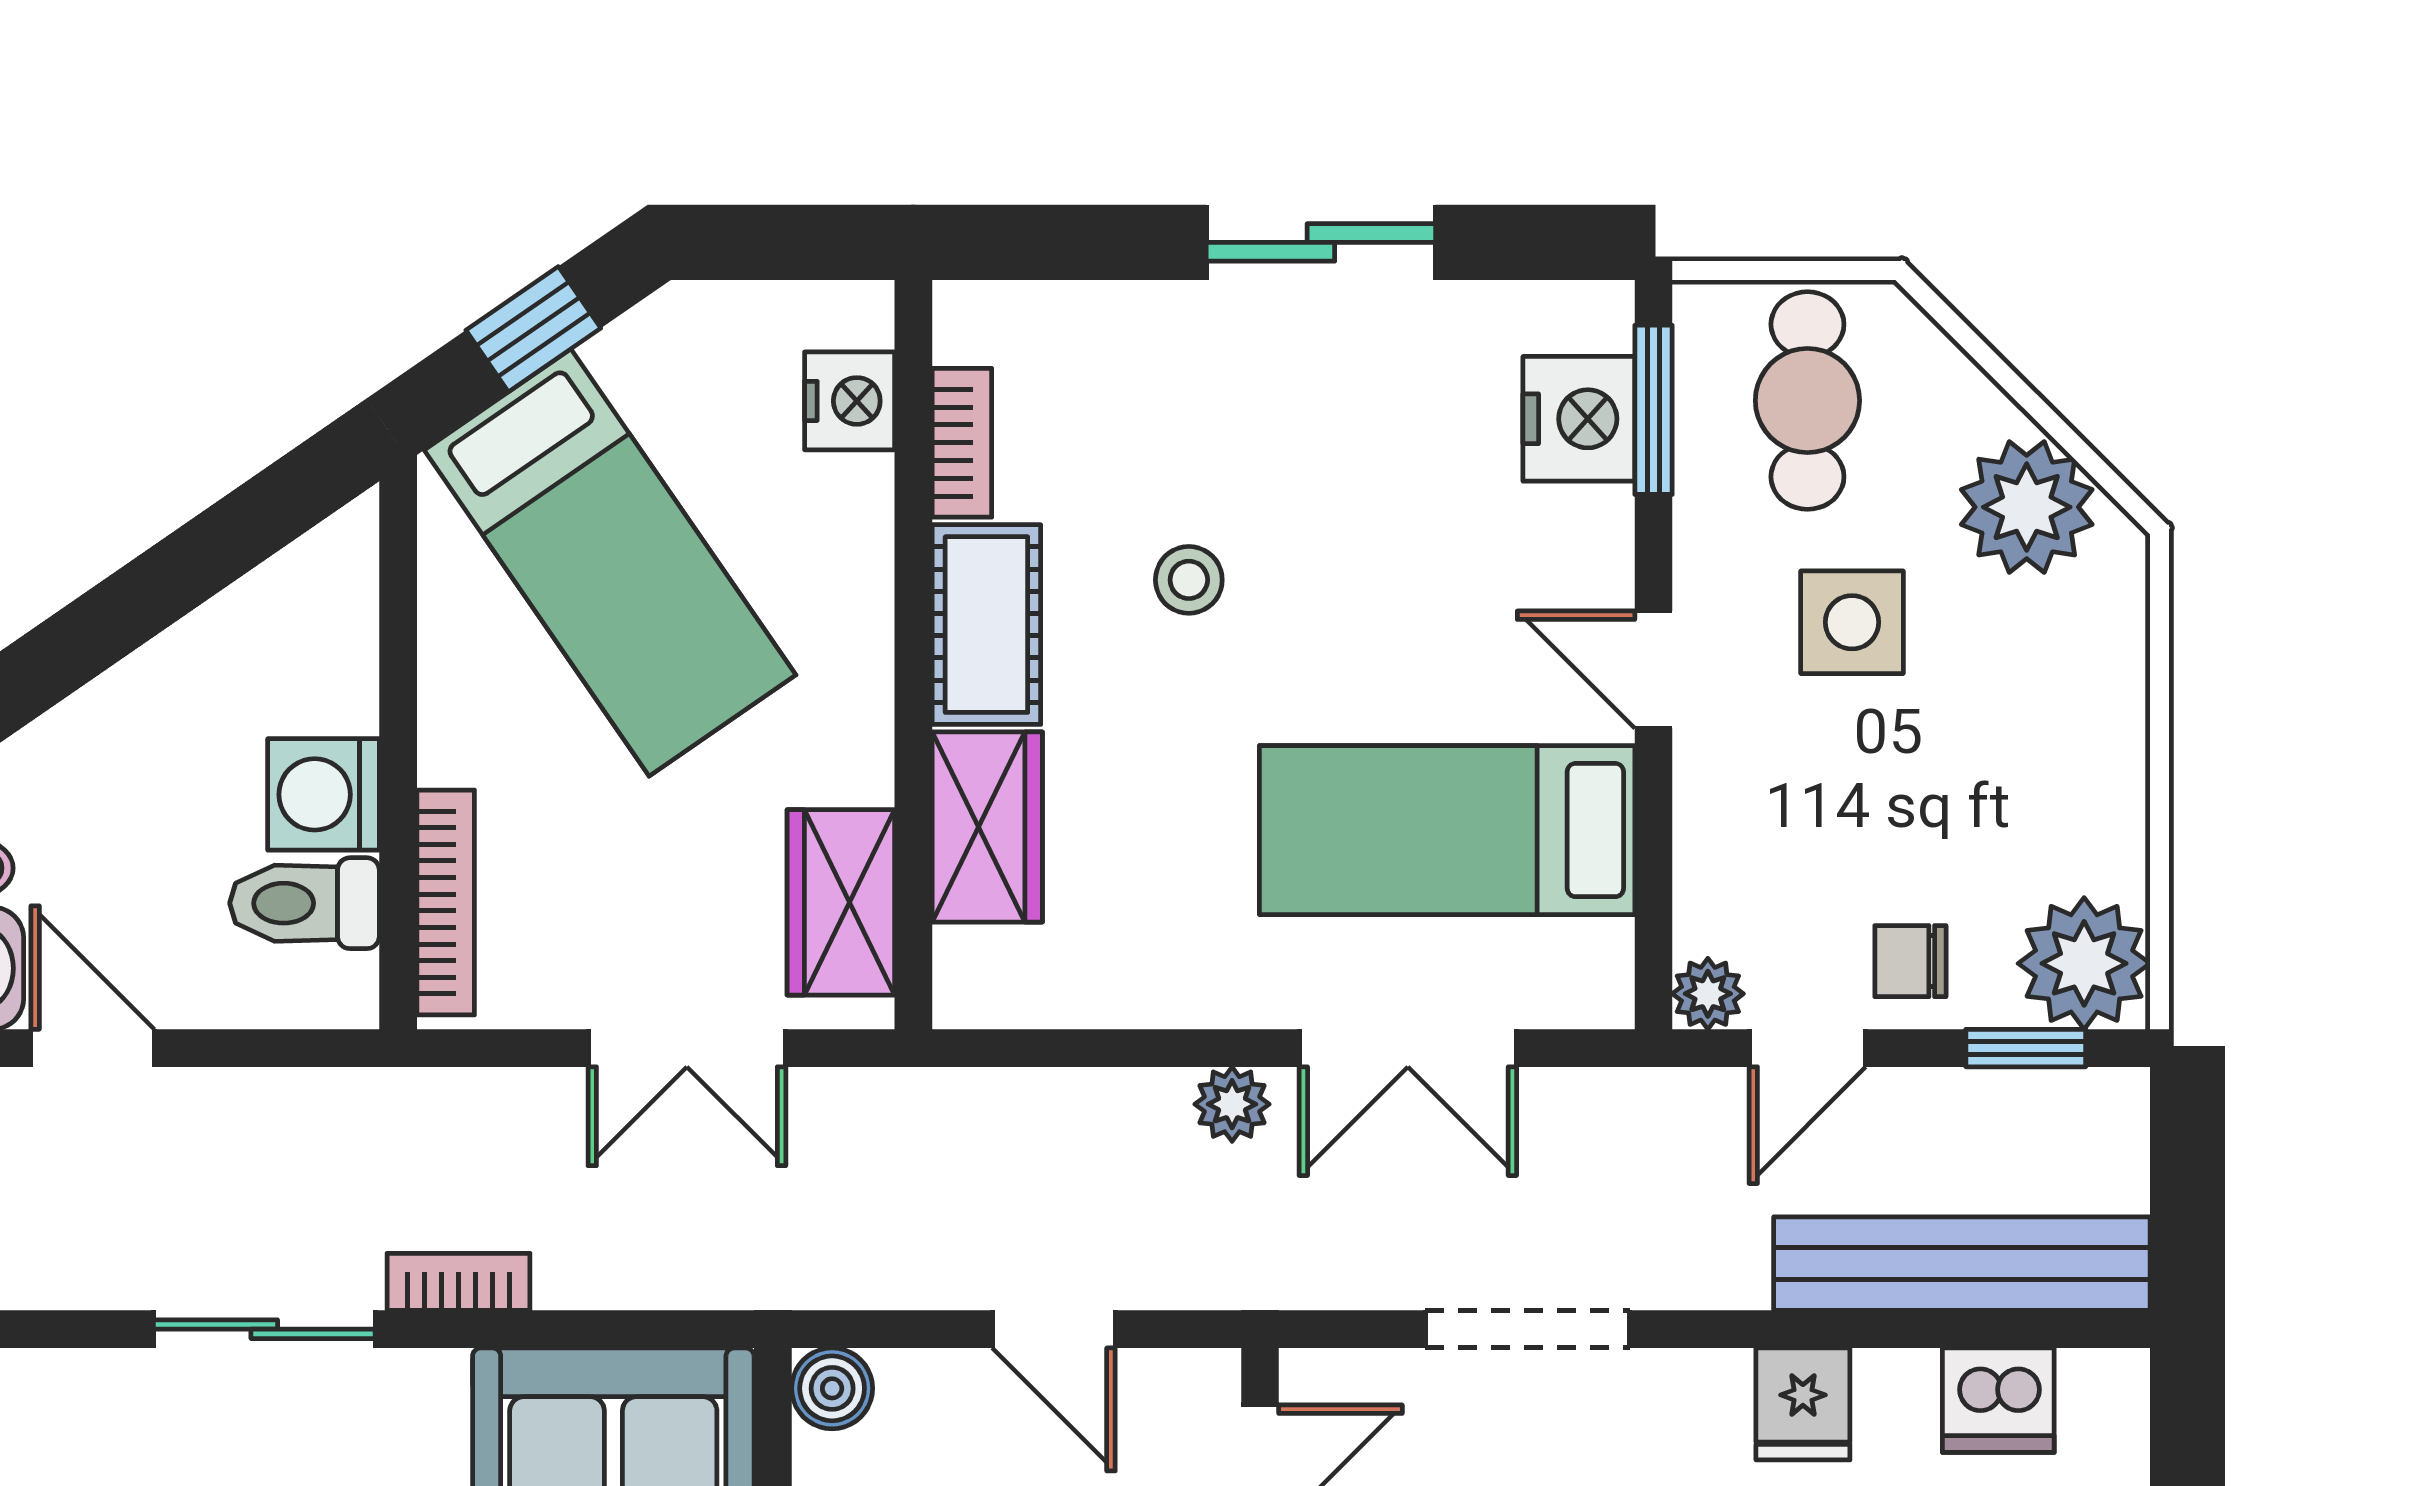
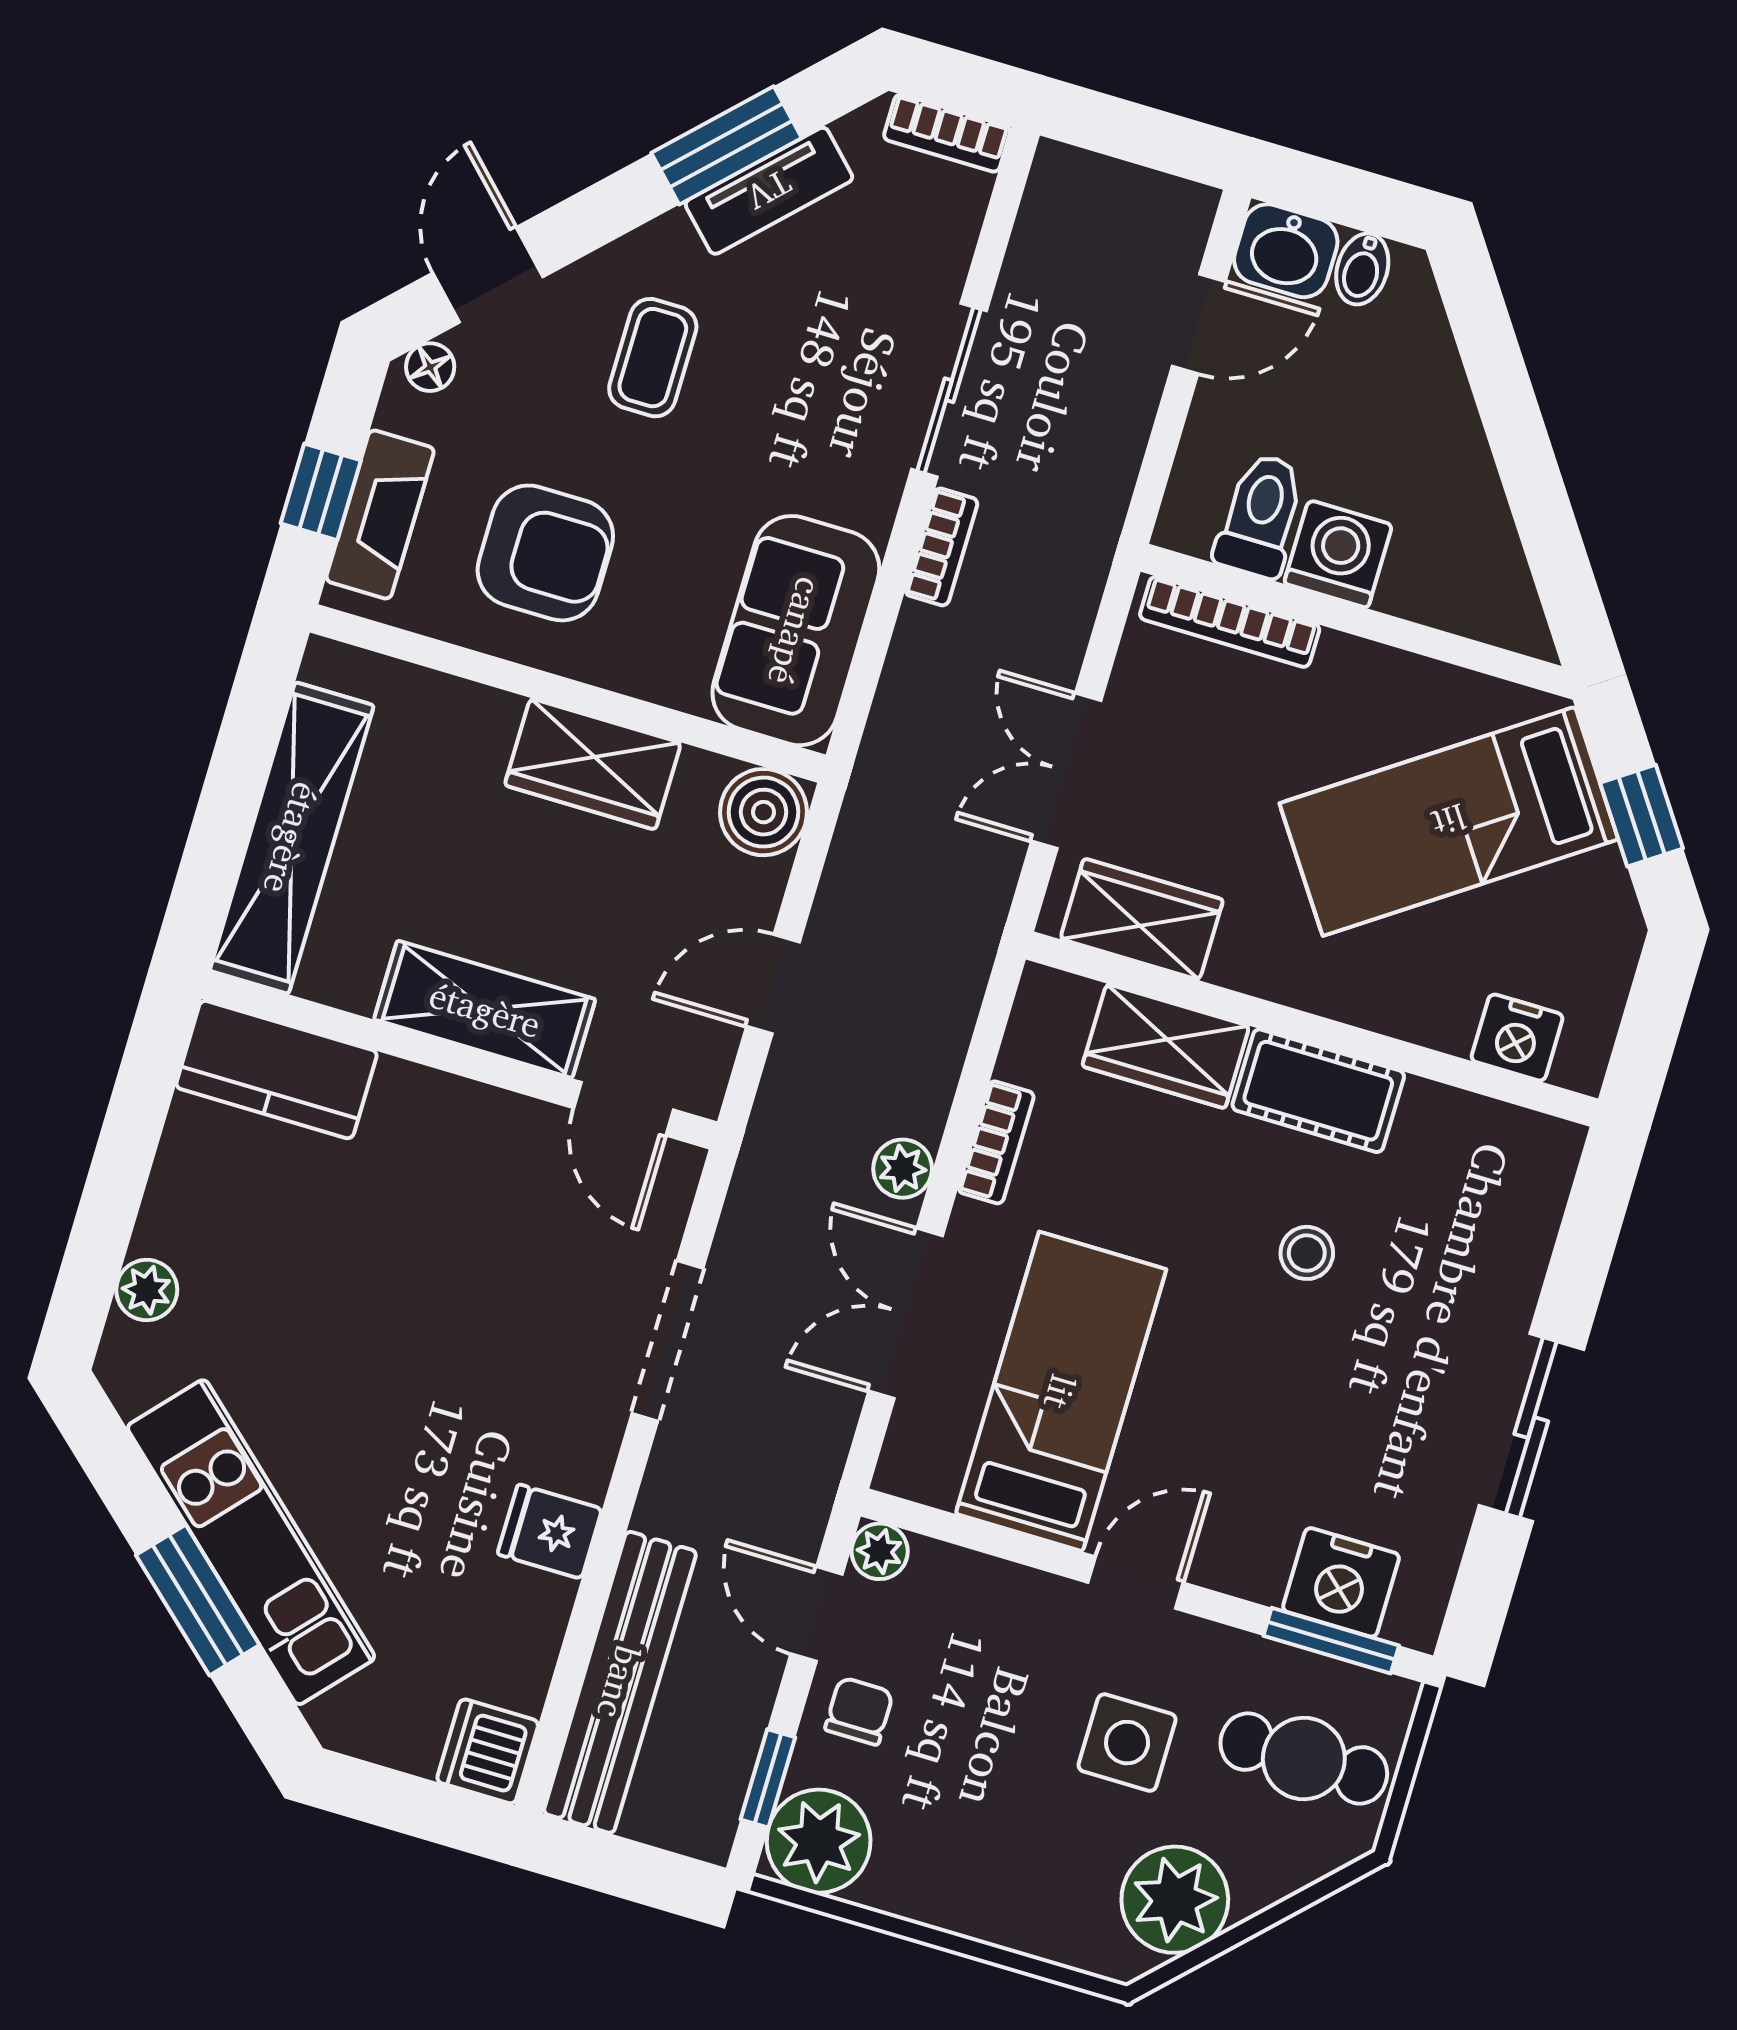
bookcase: (962, 443) -> (996, 1142), moved, turned -90
boiler: (832, 1388) -> (764, 812), width x1.36, depth x1.36
dishwasher: (1998, 1400) -> (488, 1751), moved

